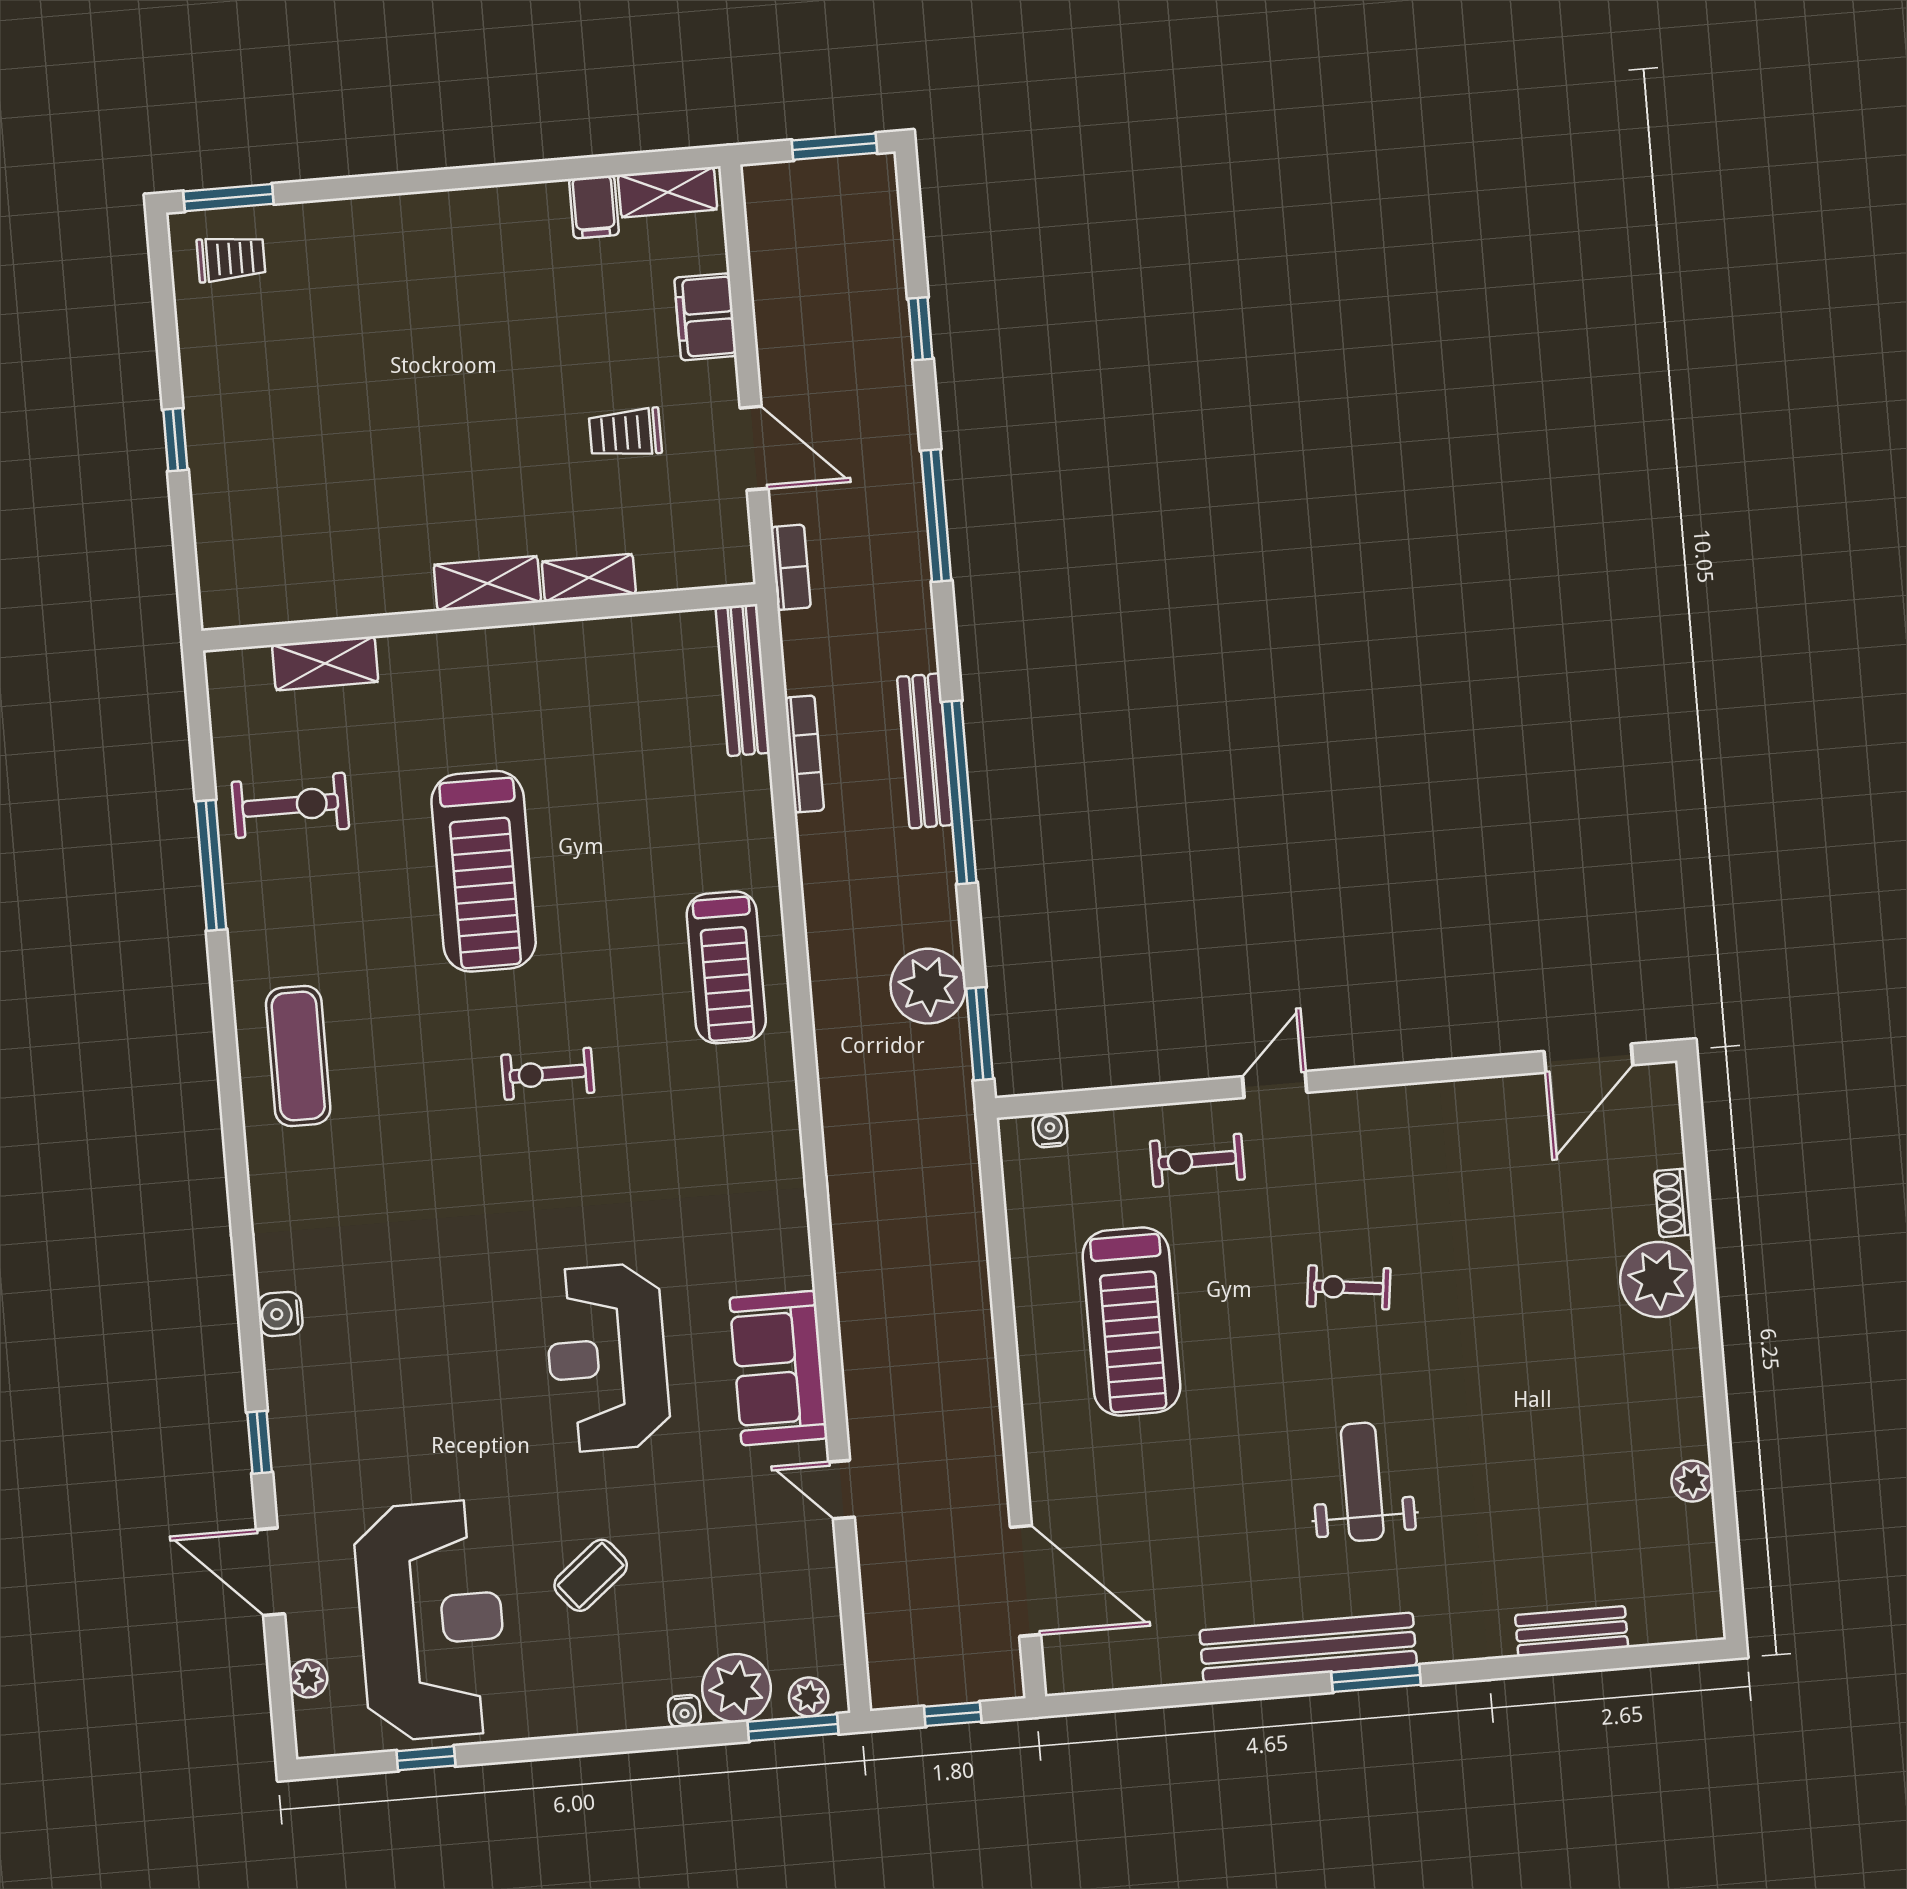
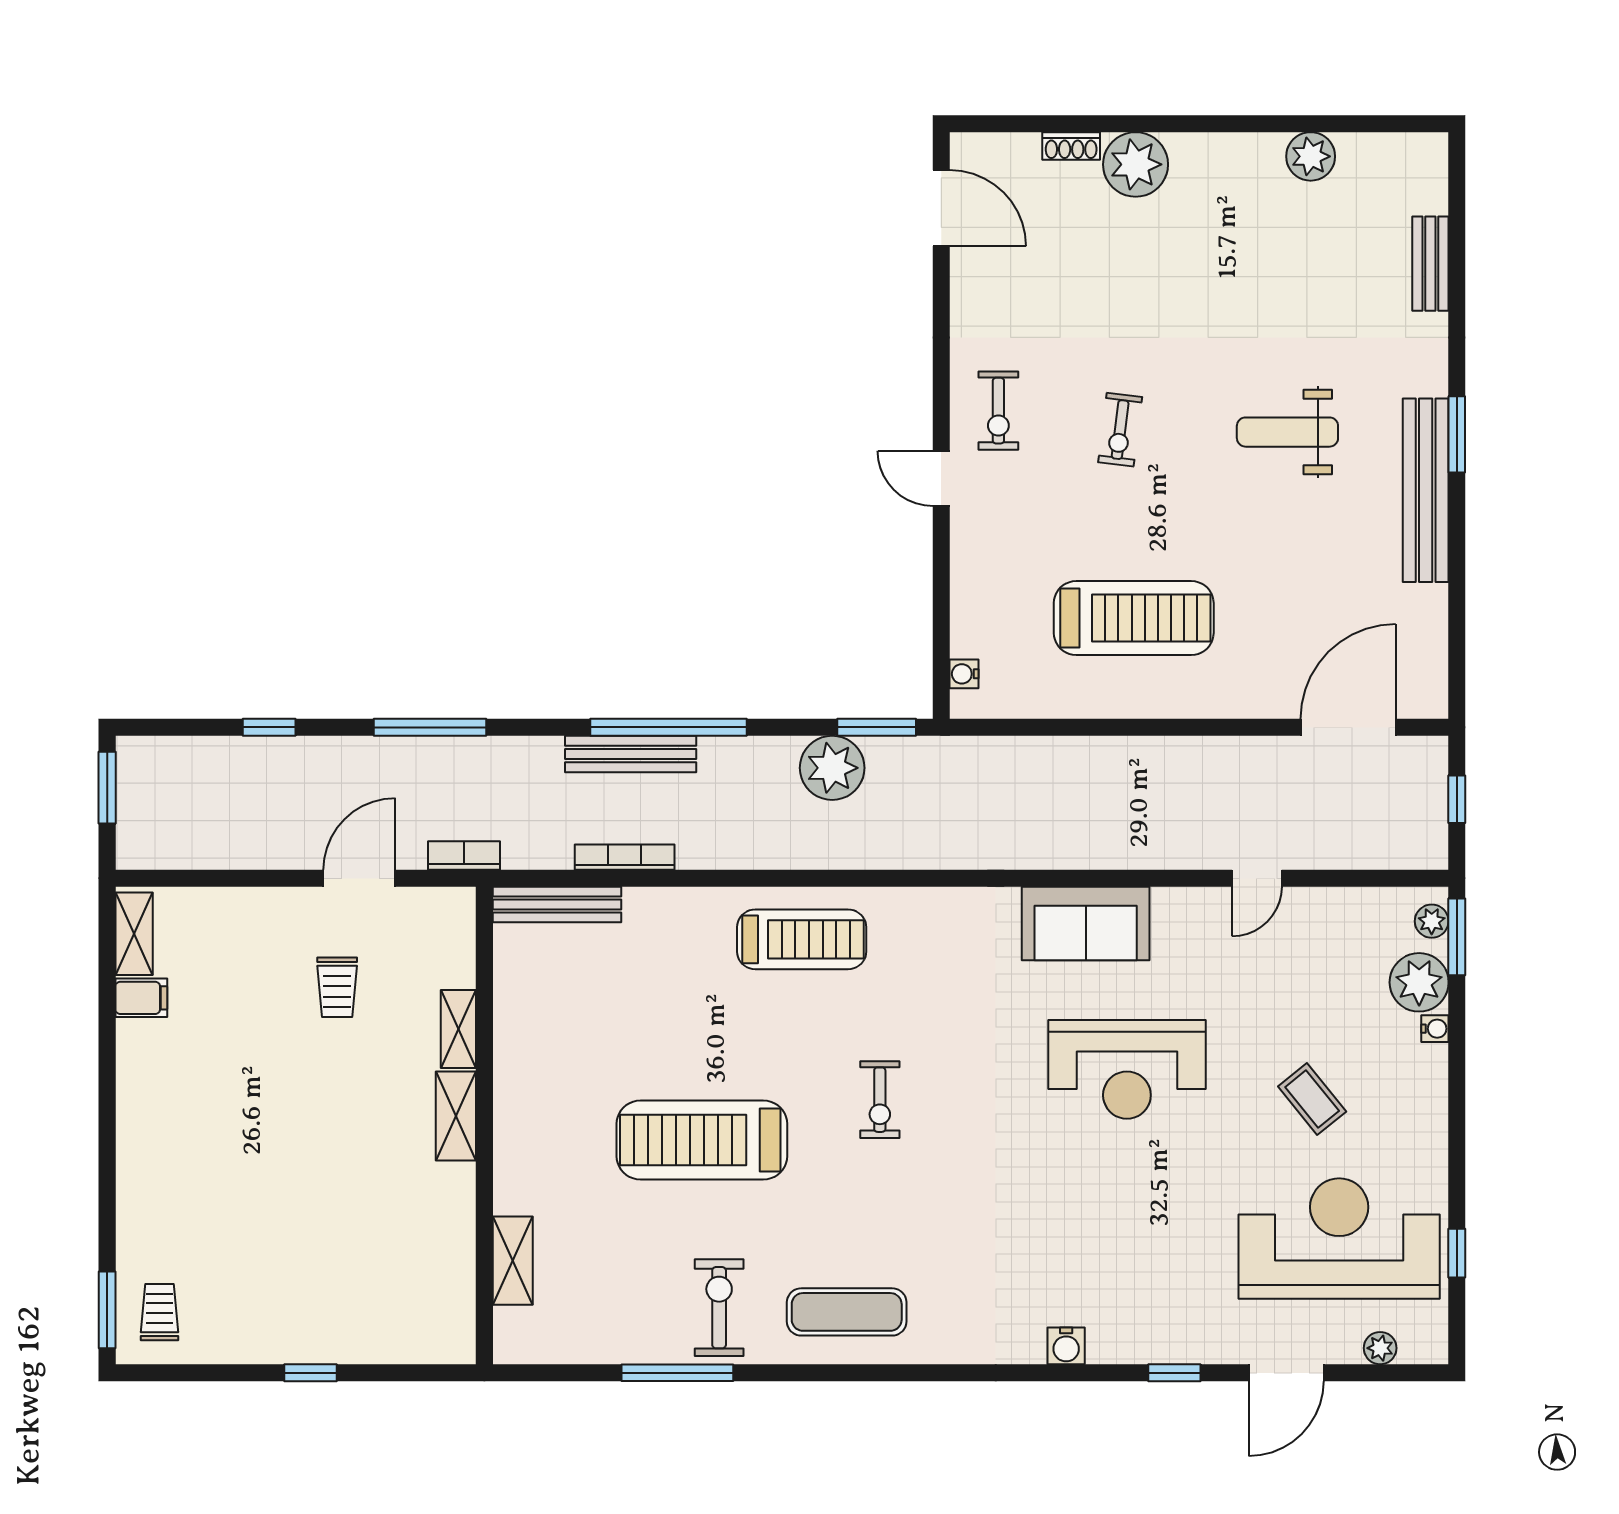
filing cabinet: (705, 317) -> (243, 910), removed
exercise bike: (290, 805) -> (719, 1308), moved
treadmill: (484, 871) -> (702, 1140), turned 180
exercise bike: (1197, 1160) -> (998, 411), moved
sofa: (778, 1368) -> (1086, 923), moved
plant: (1692, 1481) -> (1311, 156), width x1.38, depth x1.38

